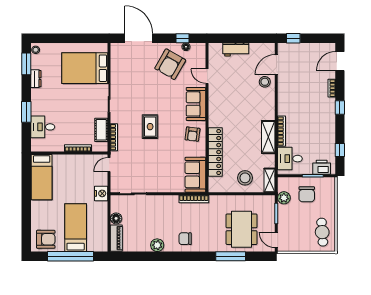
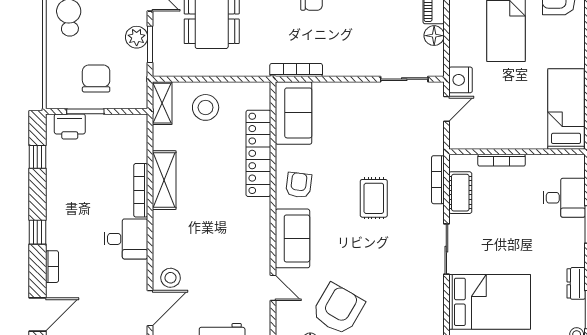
desk: (290, 159) -> (126, 239), moved
door: (109, 165) -> (446, 109), moved
plant: (284, 198) -> (137, 37), moved

